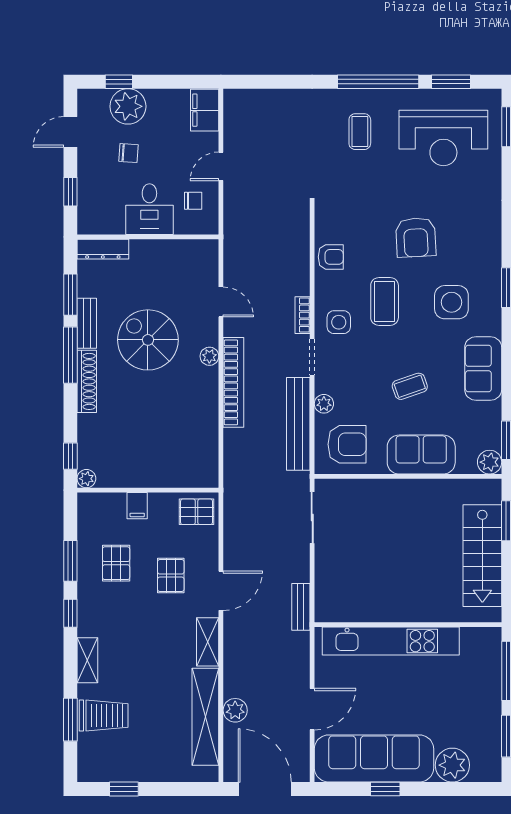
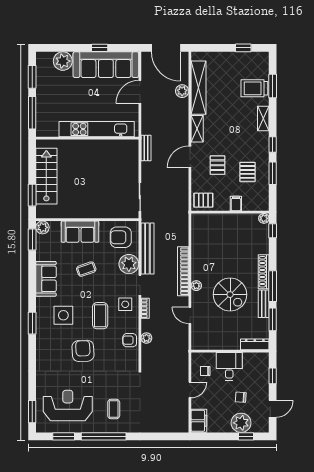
plant: (300, 261) -> (146, 338), added
plant: (324, 404) -> (129, 264), width x1.88, depth x1.88

